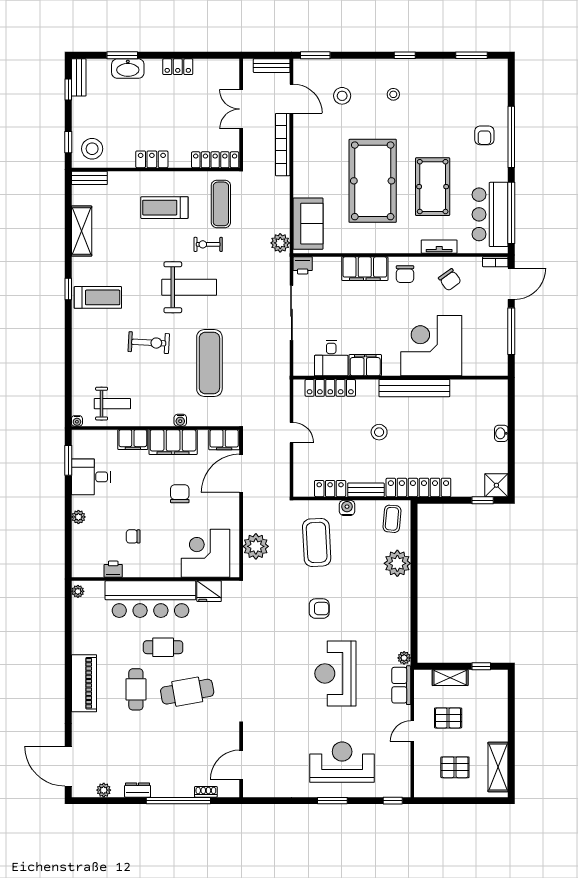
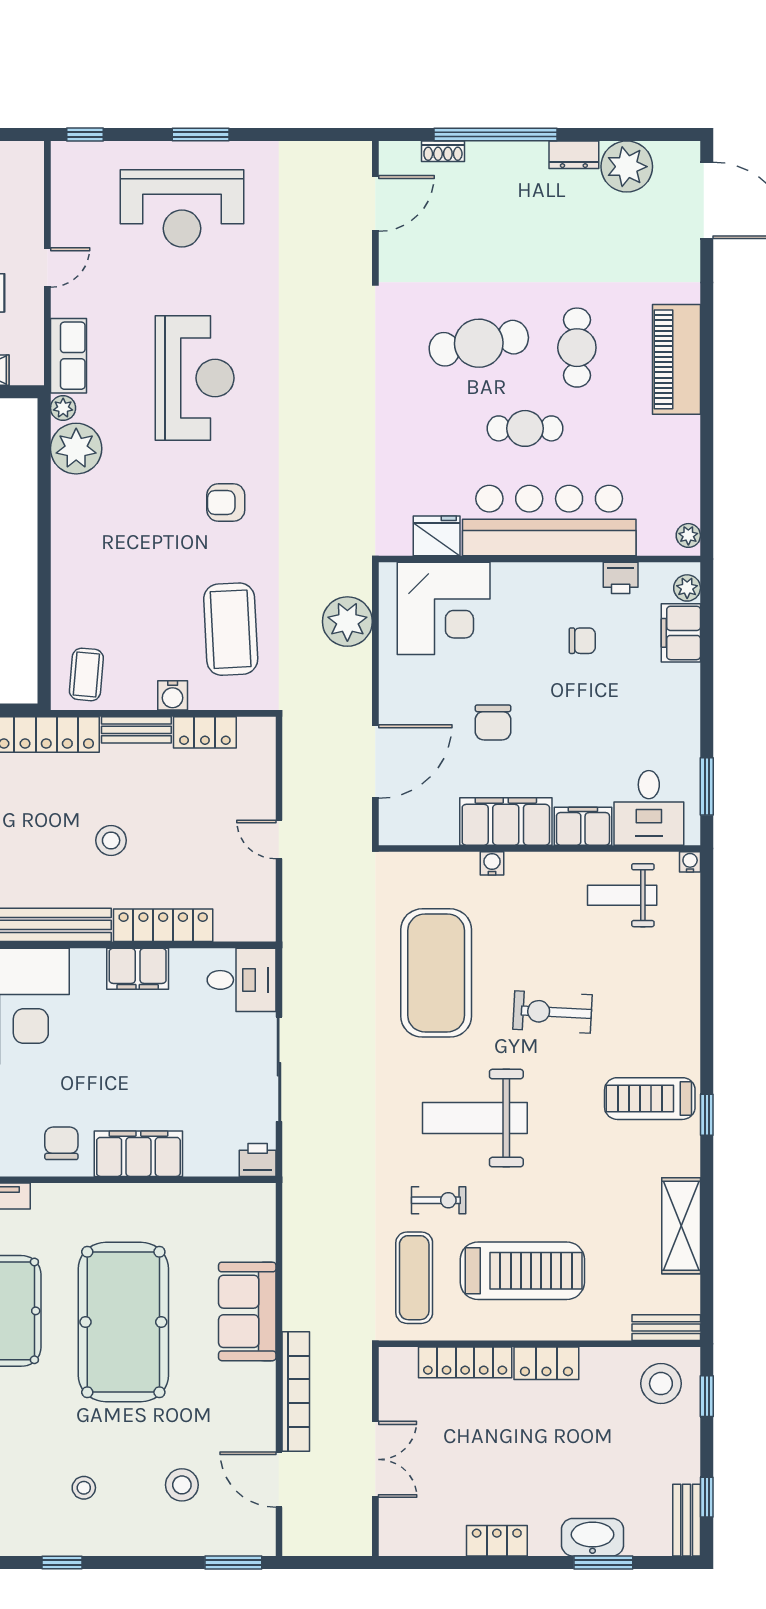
bench: (272, 66) -> (317, 1543), removed
locker: (215, 160) -> (465, 1362), moved
treadmill: (164, 208) -> (522, 1271), width x1.37, depth x1.38
sofa: (308, 224) -> (247, 1311), moved
plant: (280, 243) -> (300, 1203), removed
desk: (331, 358) -> (242, 980), moved, turned 90
exercise mat: (209, 363) -> (436, 973), width x1.47
locker: (330, 388) -> (163, 925), moved
filing cabinet: (224, 440) -> (681, 633), moved, turned -90
desk: (91, 477) -> (649, 808), moved, turned 90
plant: (78, 517) -> (687, 588), moved
plant: (397, 563) -> (76, 449), moved
plant: (104, 790) -> (627, 167), width x1.88, depth x1.88

